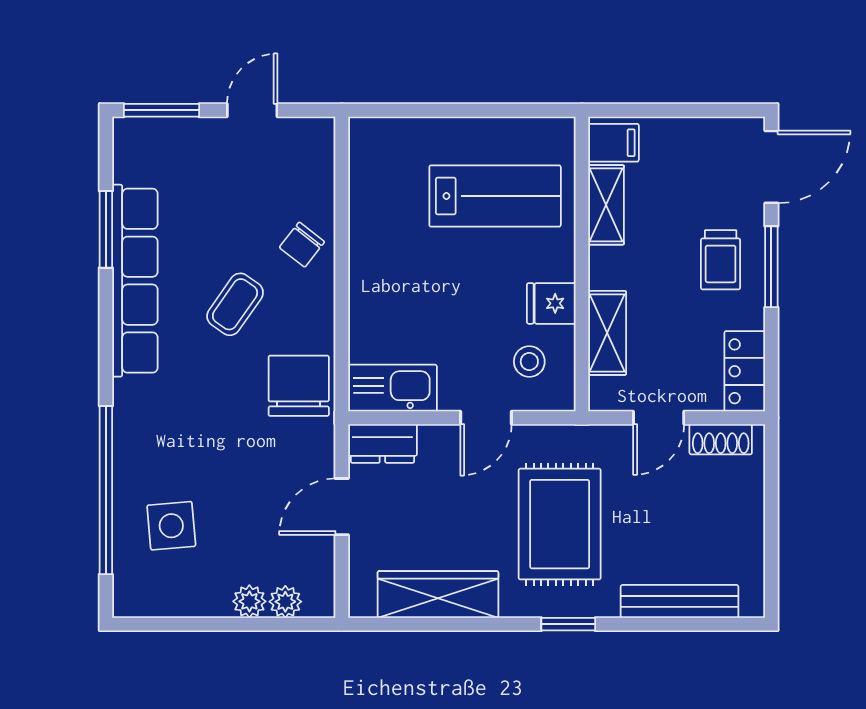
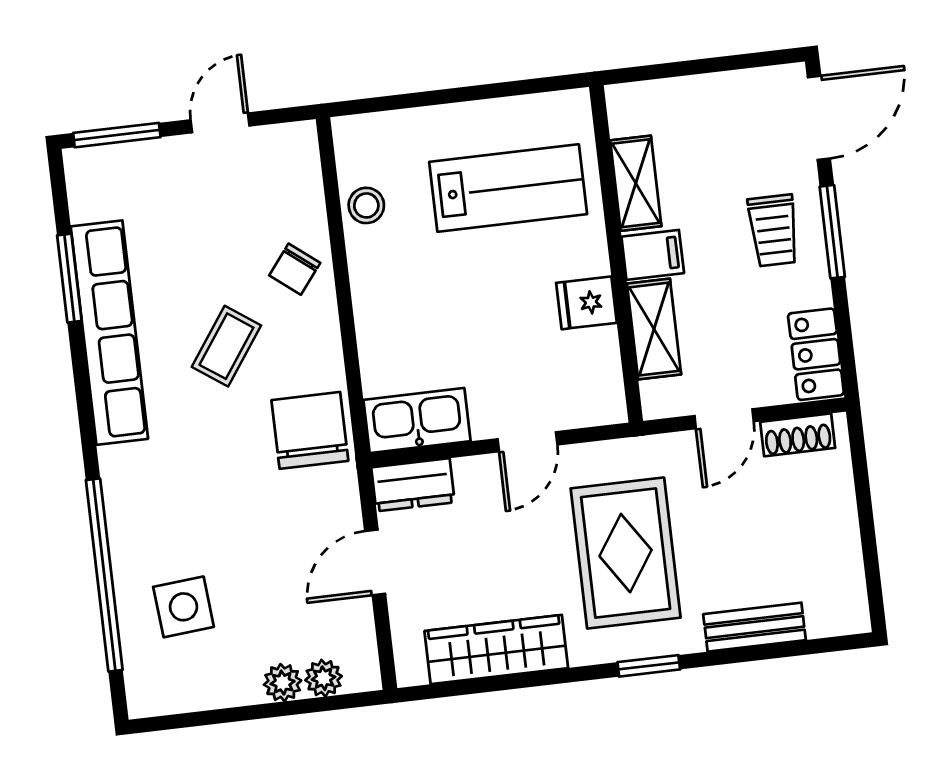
filing cabinet: (613, 143) -> (653, 255), moved
stool: (529, 362) -> (366, 205), moved
bench: (679, 601) -> (755, 627), width x0.73

